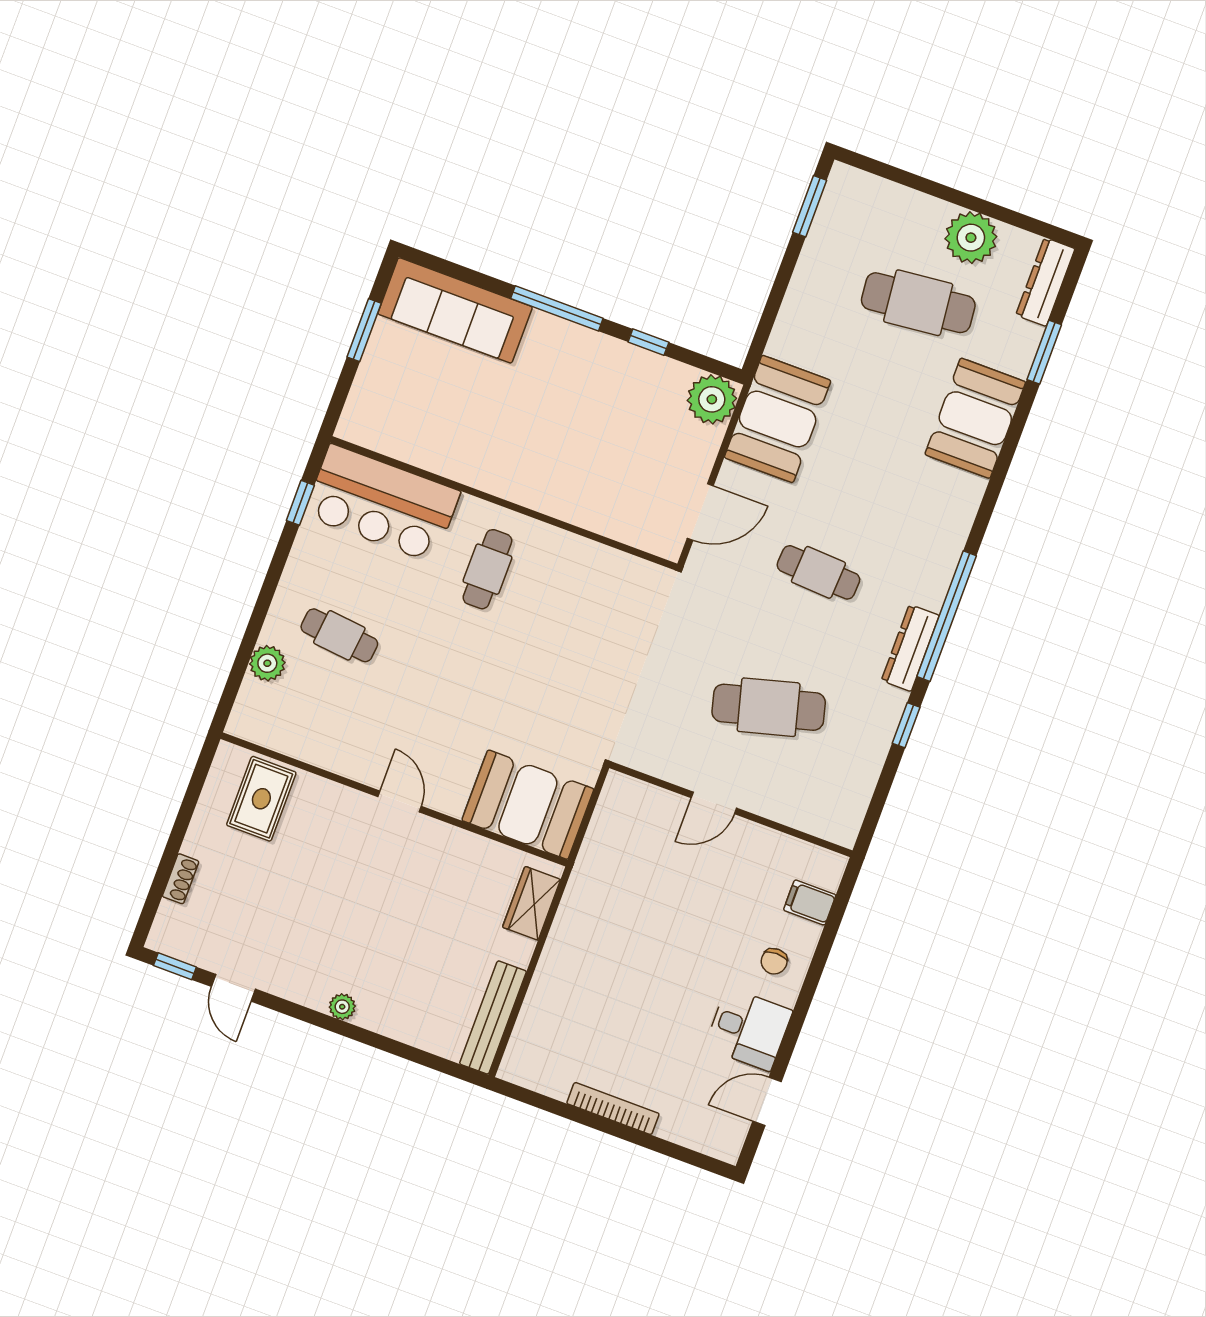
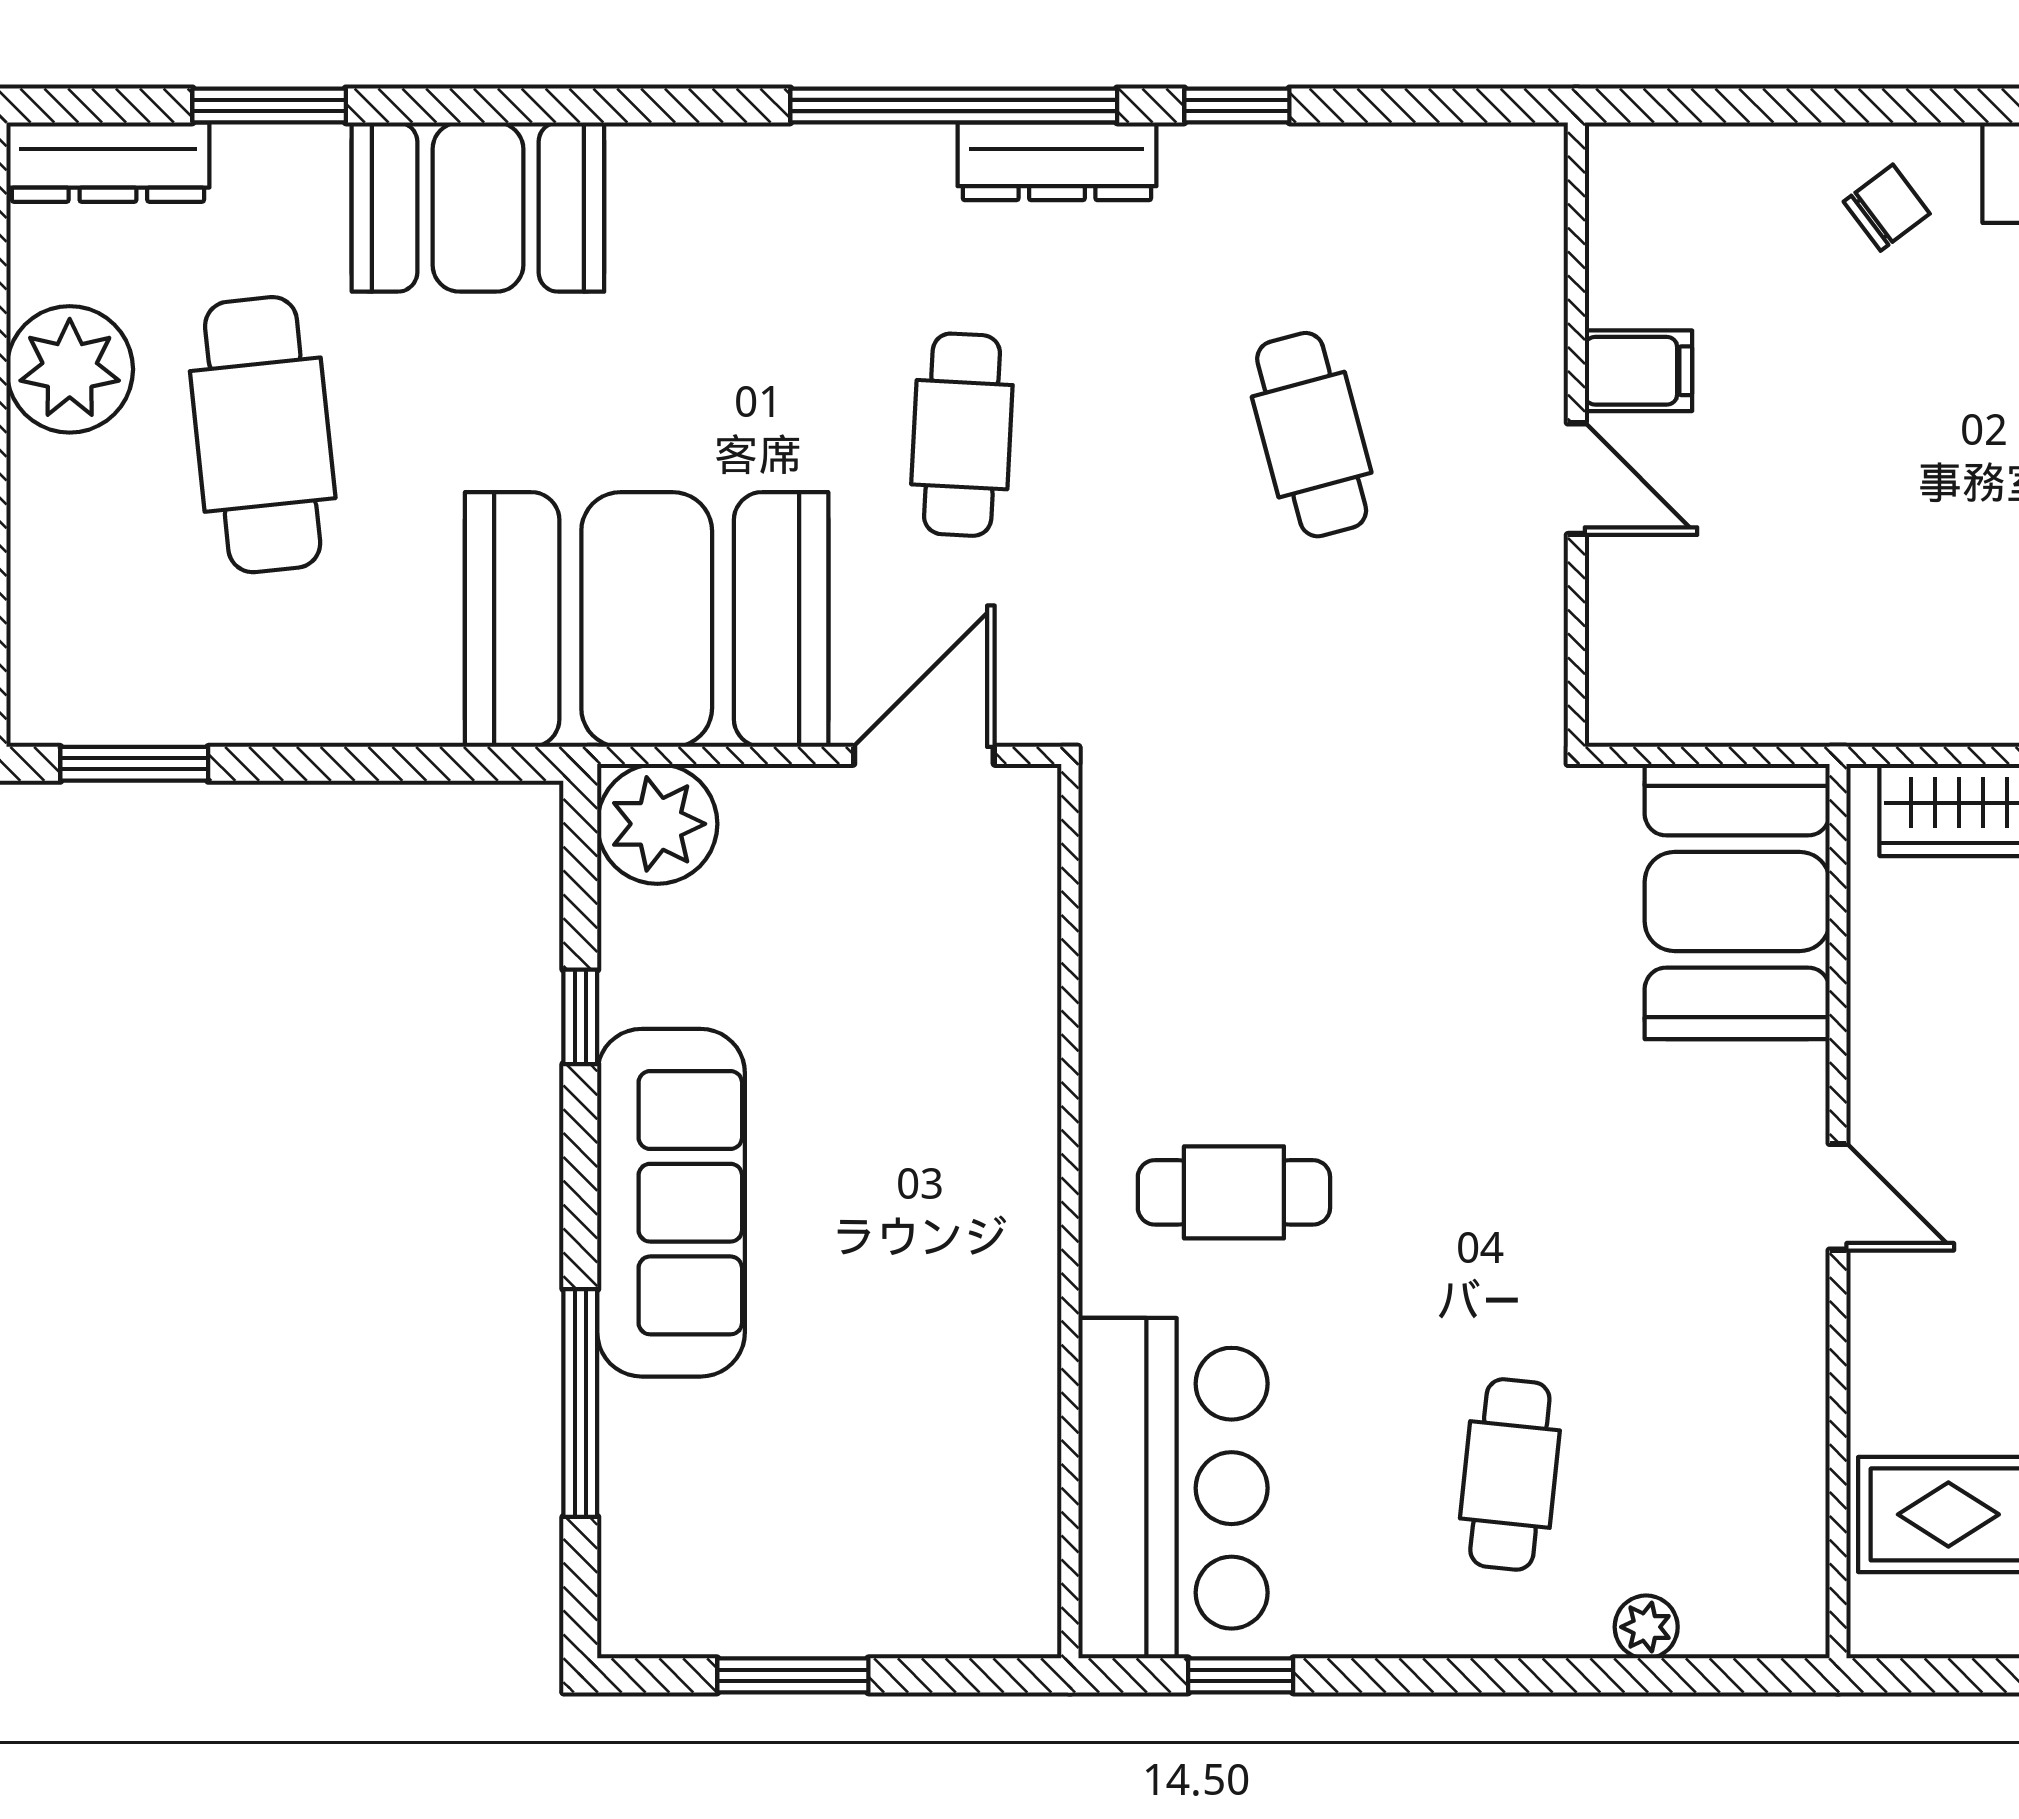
window: (557, 308) -> (580, 1403), moved
sofa: (455, 310) -> (671, 1203), moved
booth: (778, 419) -> (647, 620), width x1.36, depth x1.42
door: (700, 512) -> (924, 755), hinge flipped
plant: (267, 663) -> (1646, 1627), width x0.73, depth x0.73
cafe table: (769, 707) -> (1312, 435), width x0.73, depth x0.74
door: (400, 801) -> (1838, 1197), swing flipped
filing cabinet: (810, 902) -> (1638, 371), moved, turned -90
chair: (774, 961) -> (1887, 208), turned -37

